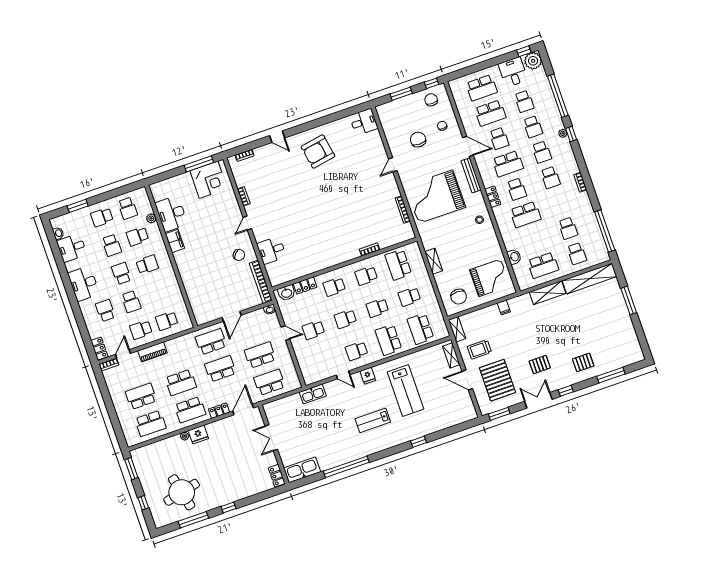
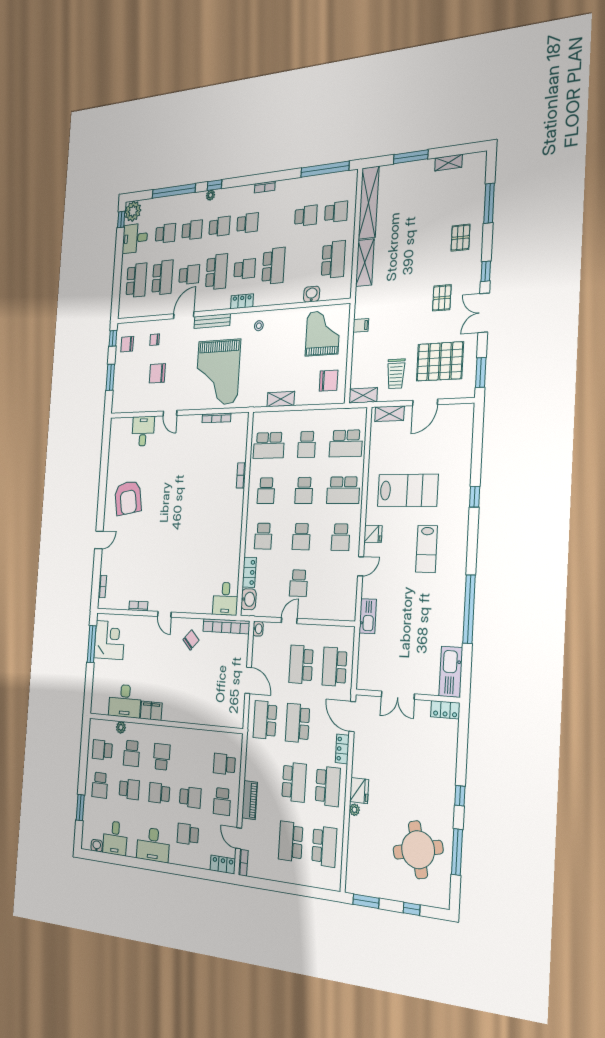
desk: (364, 122) -> (143, 431), moved
school desk: (128, 208) -> (102, 750), turned 180
desk: (271, 250) -> (225, 599), moved
school desk: (167, 321) -> (224, 764), turned 90
shelving: (631, 333) -> (448, 163), added

